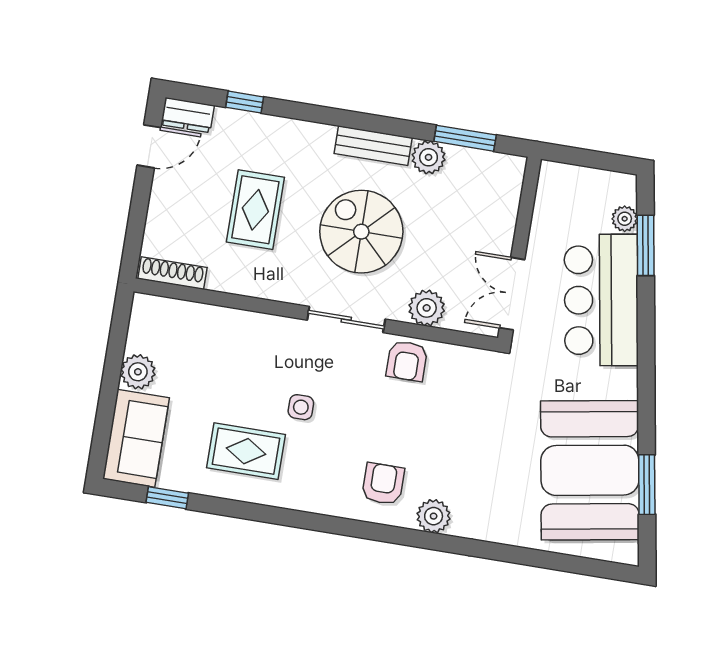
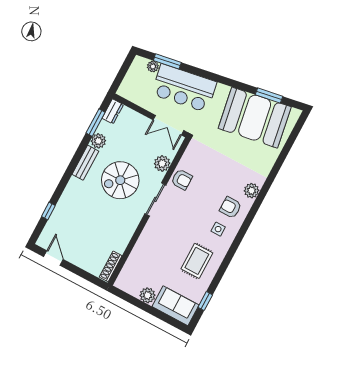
dresser: (188, 115) -> (113, 111), moved
rug: (255, 210) -> (96, 222), removed
side table: (301, 407) -> (218, 229), moved

